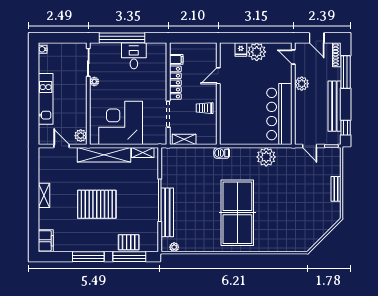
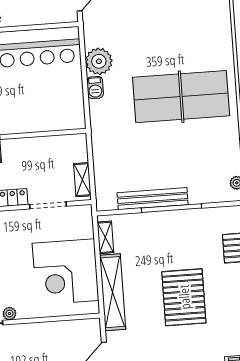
trolley: (205, 108) -> (36, 154), removed
plant: (81, 136) -> (88, 327), removed
barbecue: (222, 153) -> (95, 88), moved
bench: (167, 212) -> (153, 199), moved

